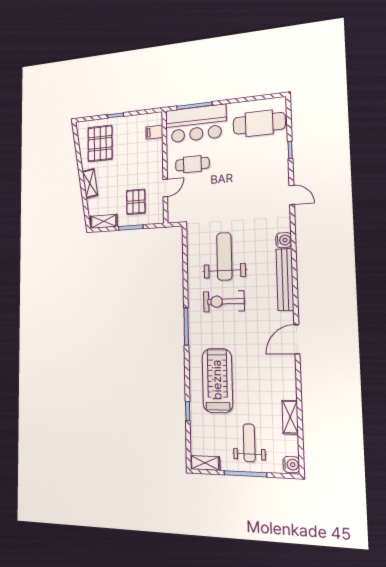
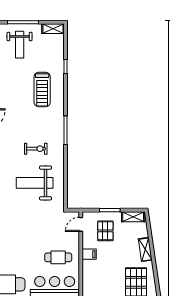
filing cabinet: (154, 132) -> (89, 254), moved
door: (165, 188) -> (81, 224), moved
weight bench: (224, 256) -> (35, 183), turned 90
exercise bike: (224, 301) -> (36, 149), width x0.73, depth x0.72
treadmill: (217, 380) -> (42, 89), width x0.73, depth x0.73

